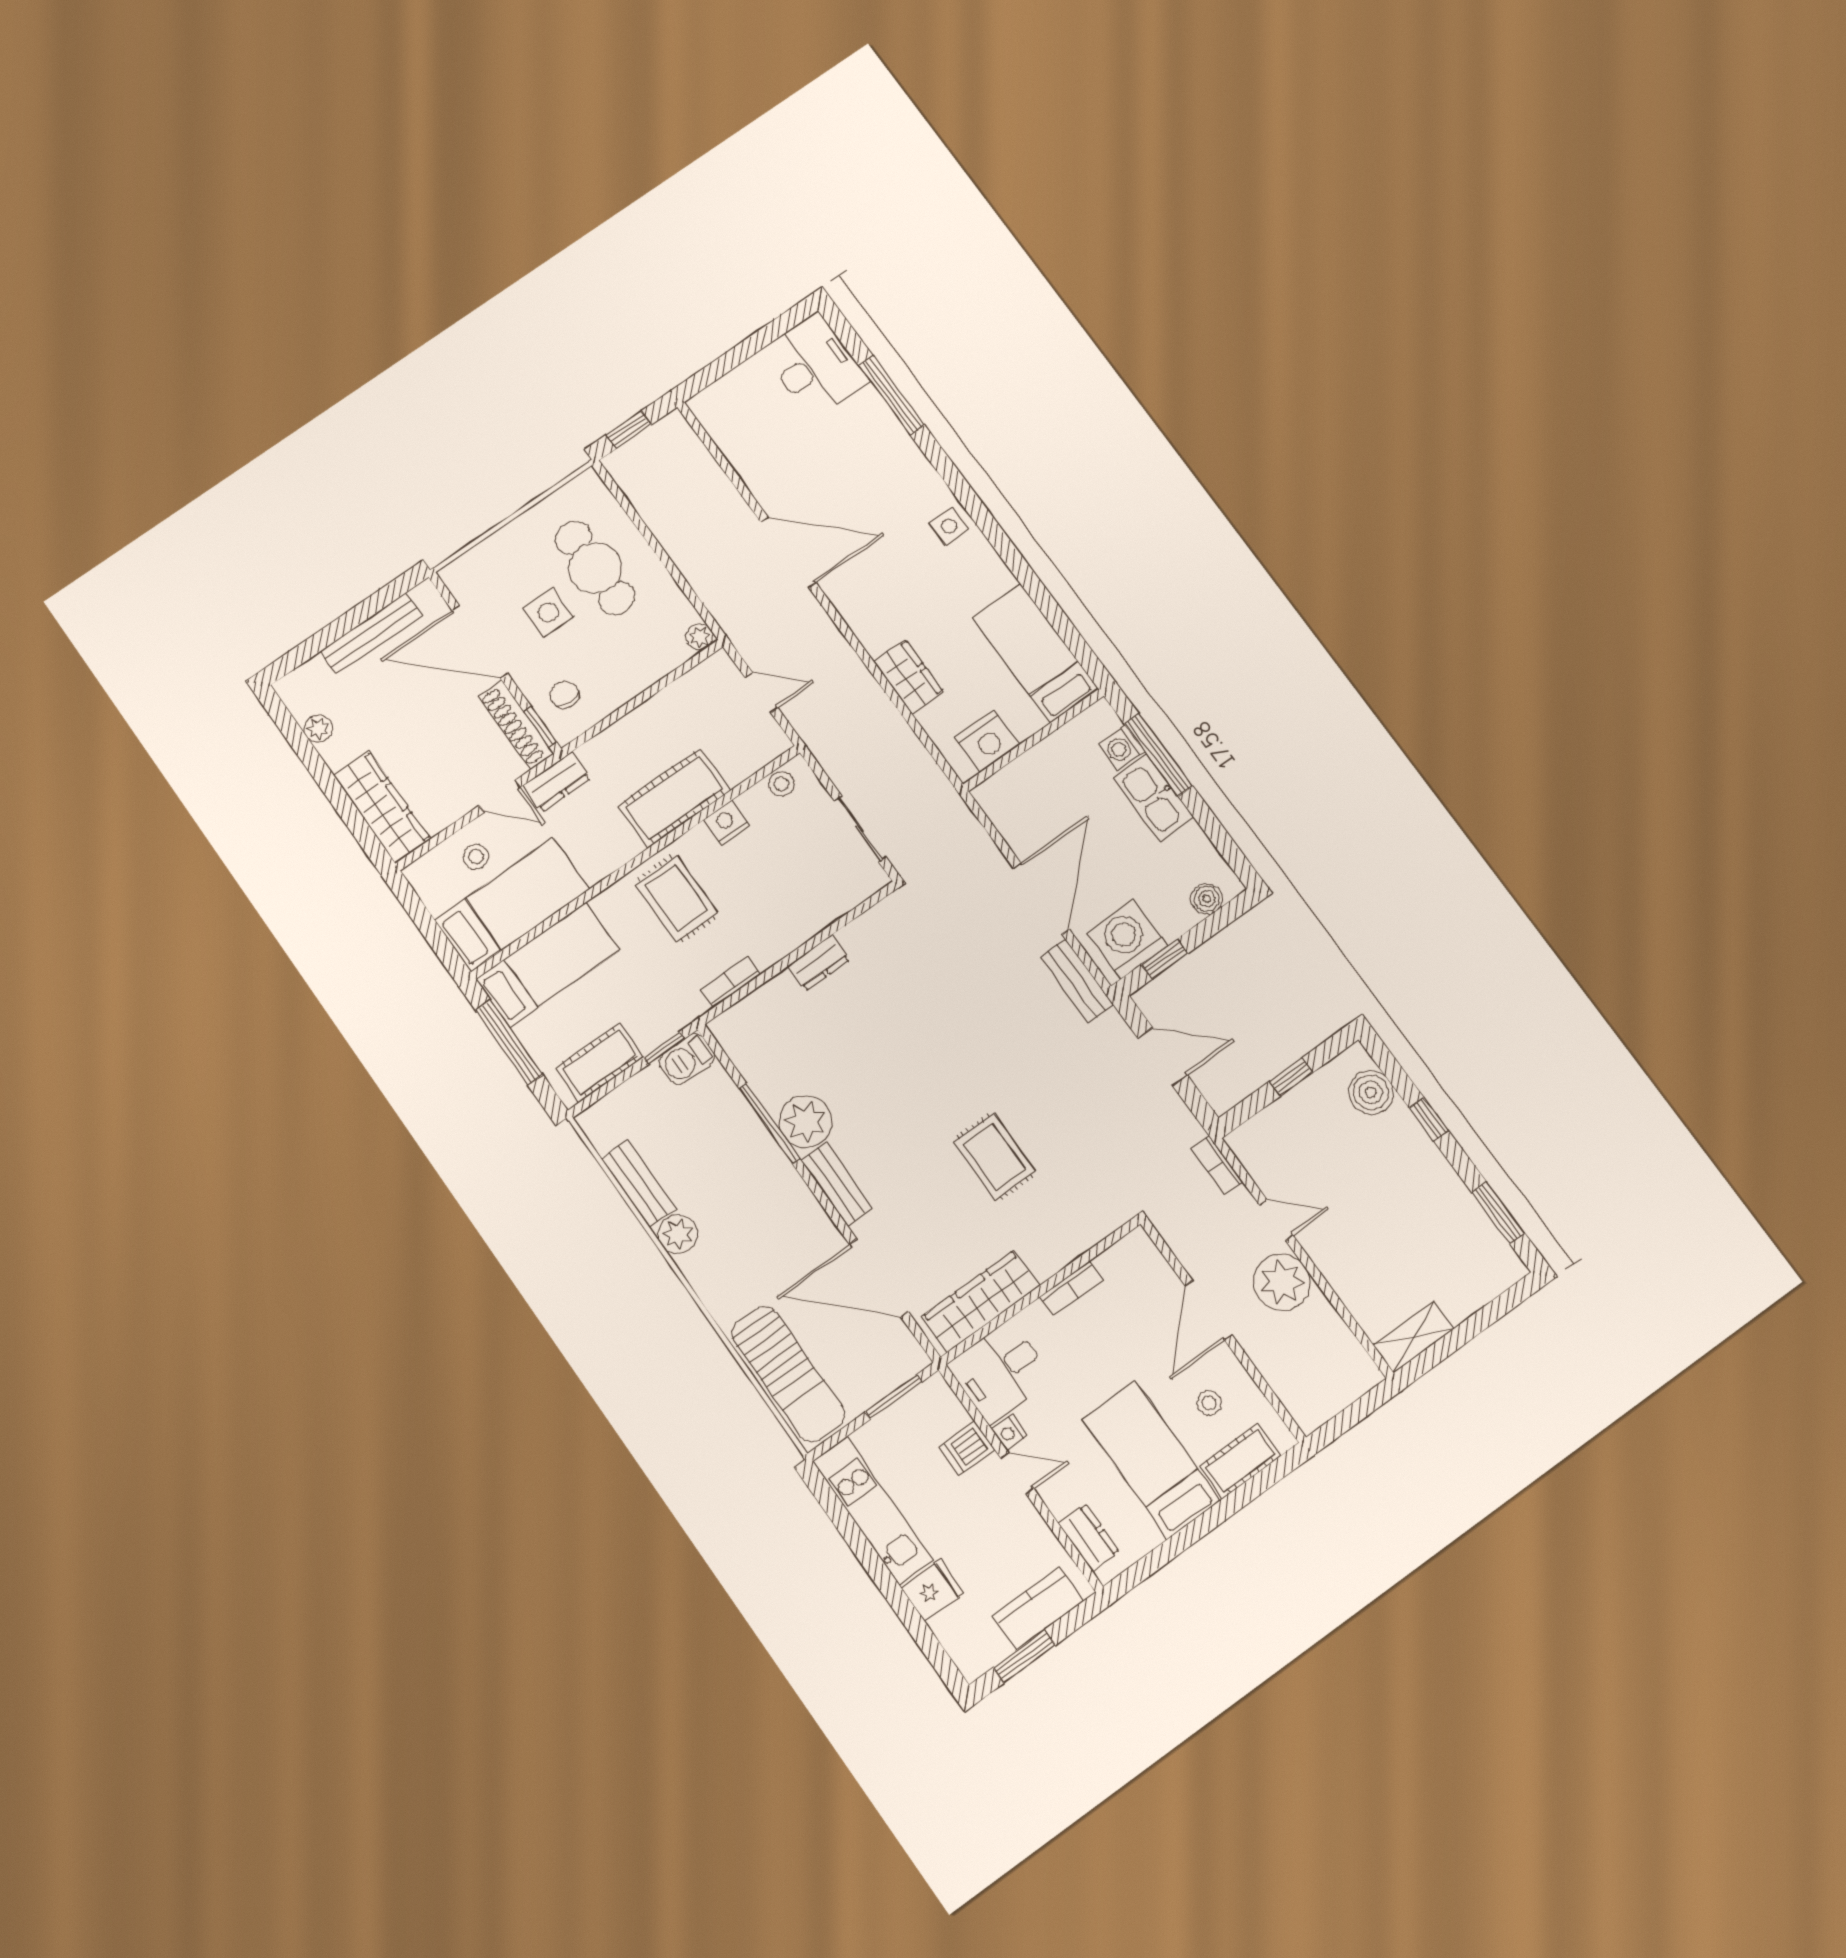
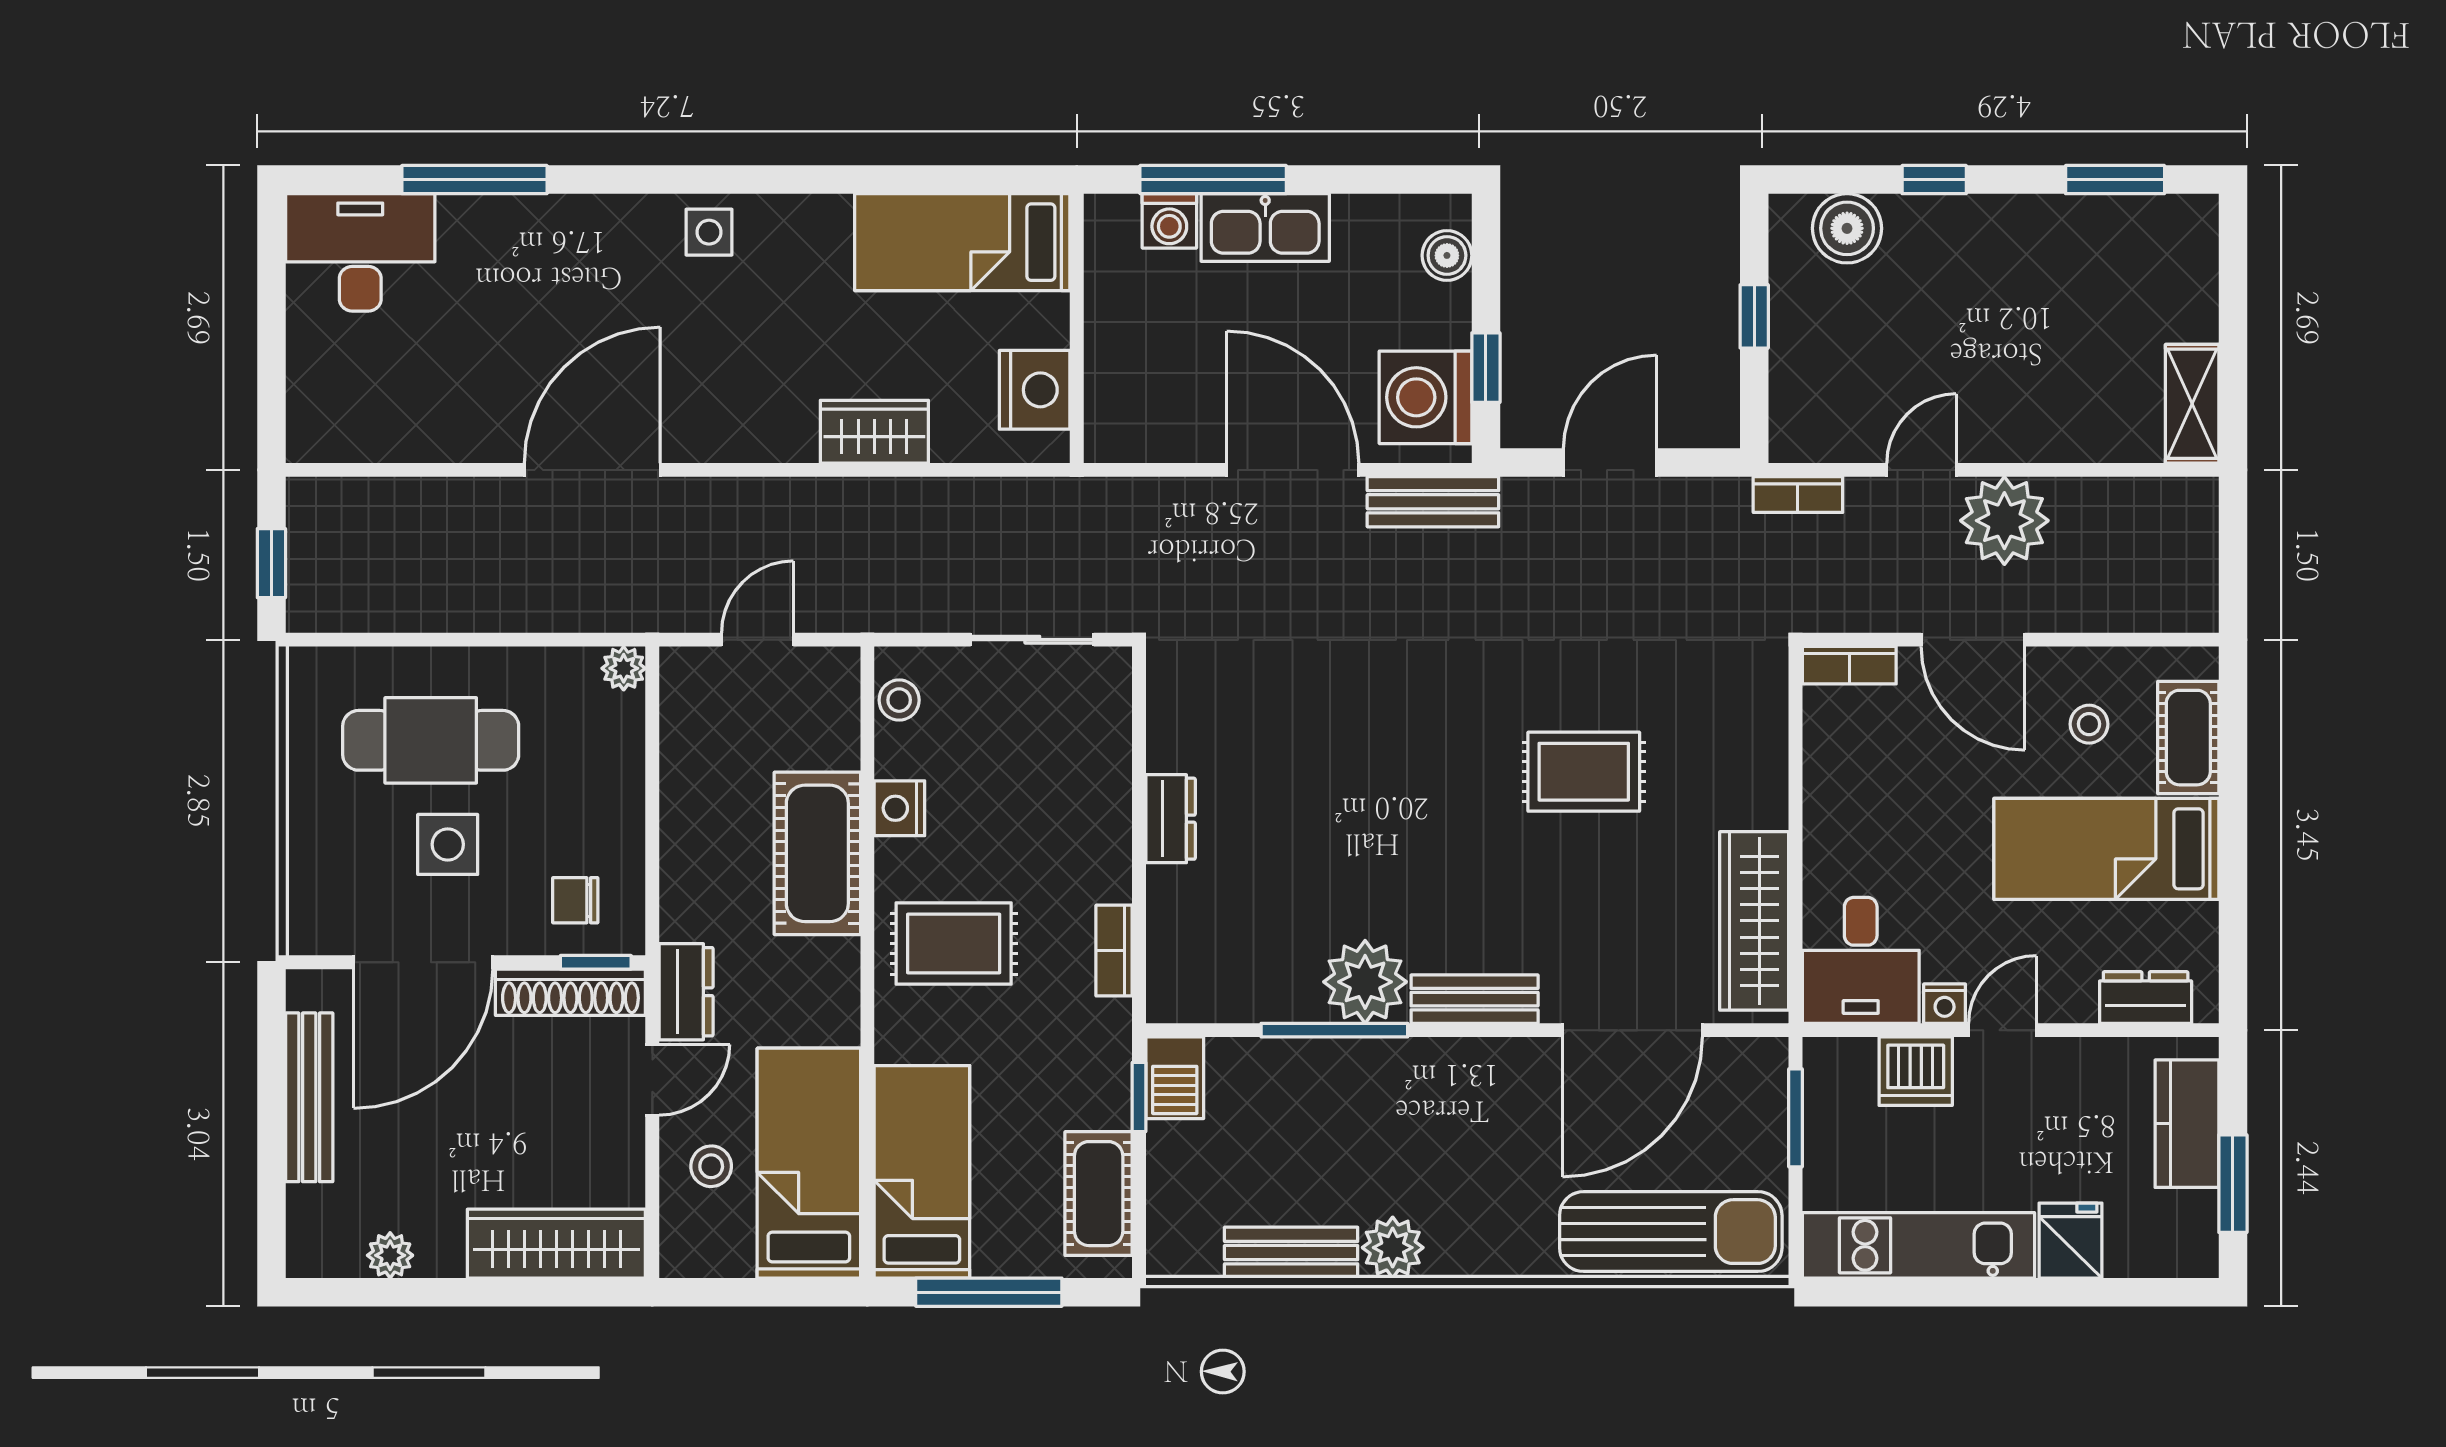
bookcase: (1072, 1289) -> (1849, 665), moved, turned 90
dishwasher: (967, 1448) -> (1916, 1071), width x1.38

